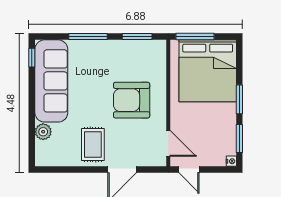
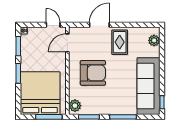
plant: (157, 53) -> (75, 106), added
plant: (43, 132) -> (154, 40), moved
door: (168, 143) -> (67, 43), hinge flipped

